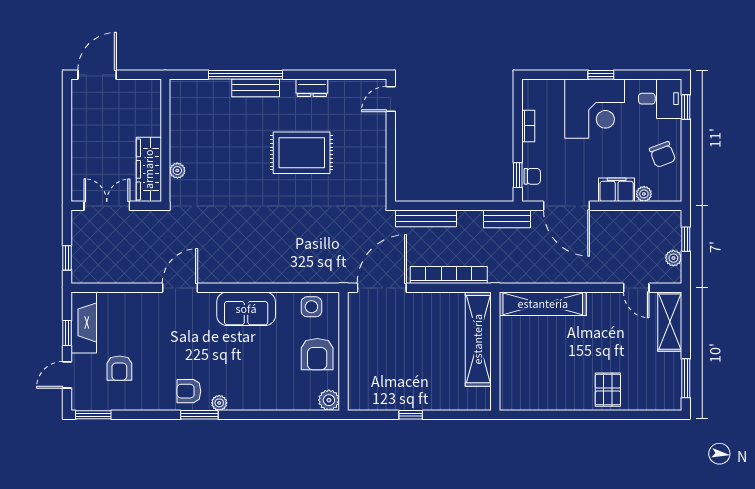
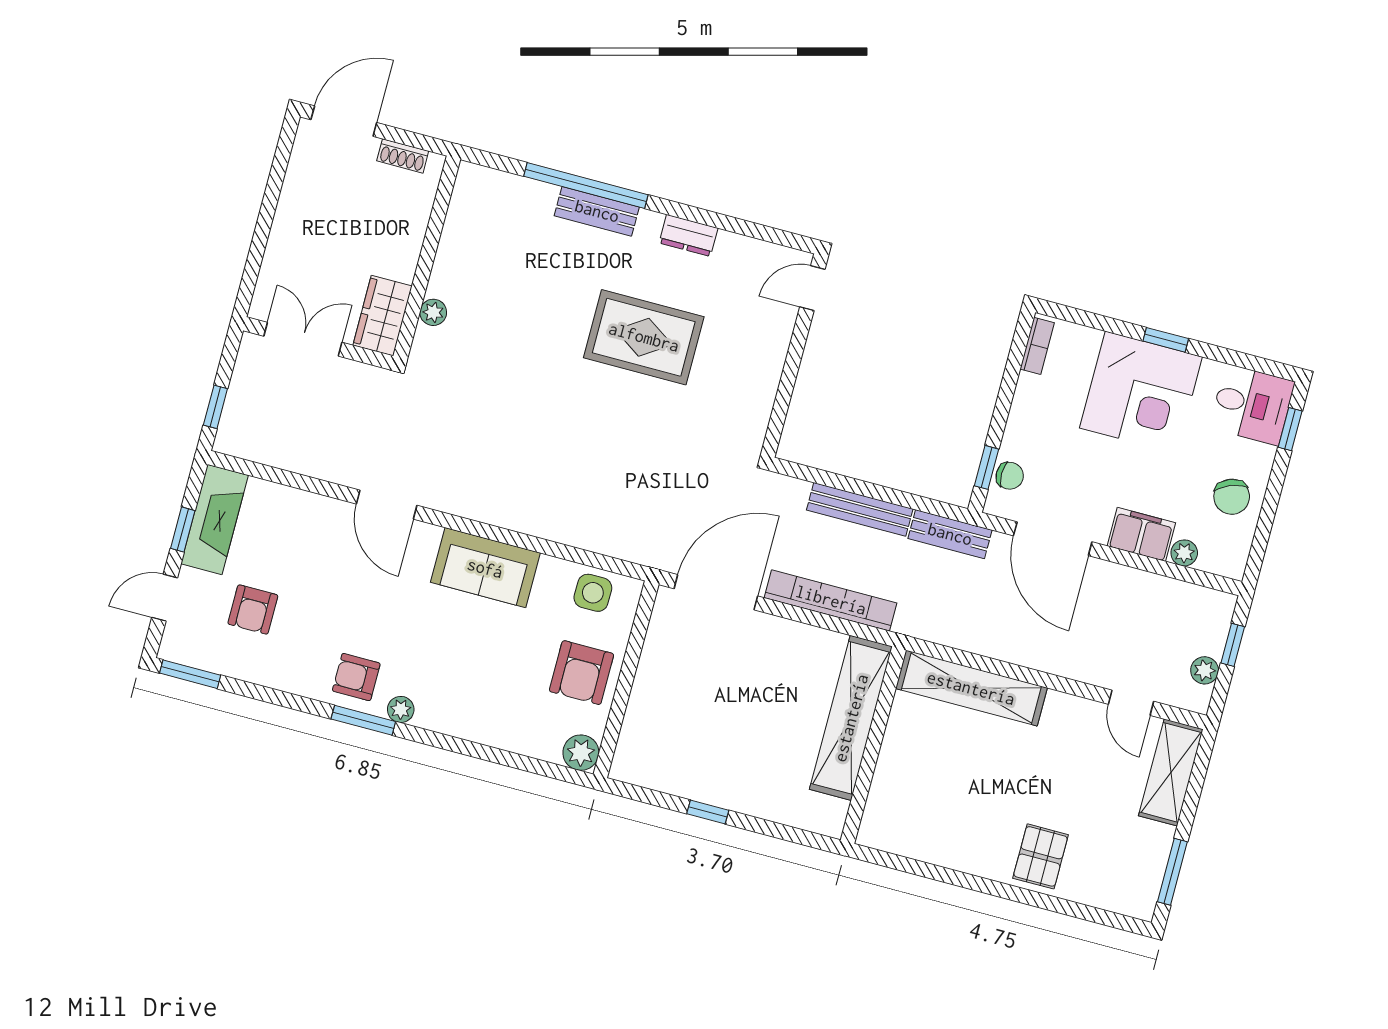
shoe rack: (136, 86) -> (403, 156), added
bookcase: (528, 126) -> (1037, 346), moved
wardrobe: (149, 169) -> (382, 316), width x0.67
bench: (426, 218) -> (860, 509), moved
door: (180, 288) -> (387, 505), swing flipped

